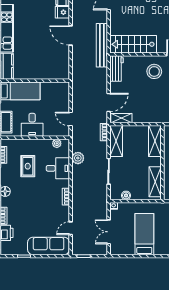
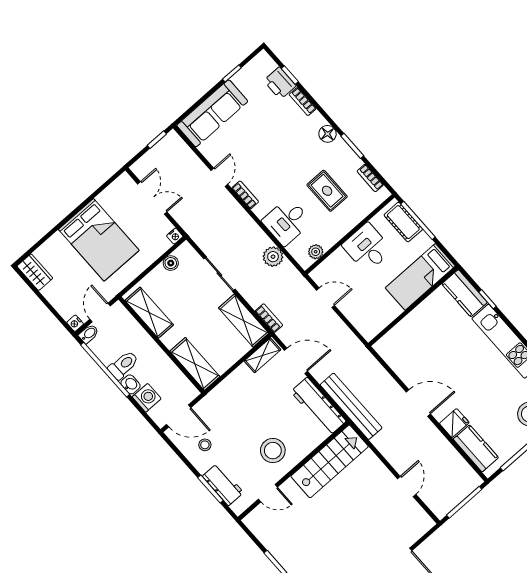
bench: (102, 45) -> (351, 406), moved
workbench: (117, 68) -> (318, 406), width x1.38
door: (109, 102) -> (296, 361), swing flipped
door: (71, 228) -> (219, 177), moved
bed: (144, 234) -> (99, 240), width x1.50

